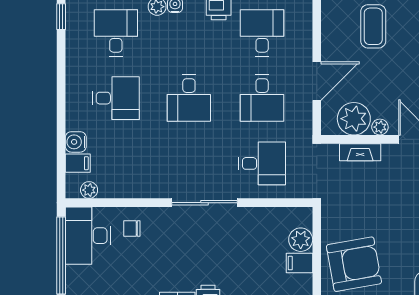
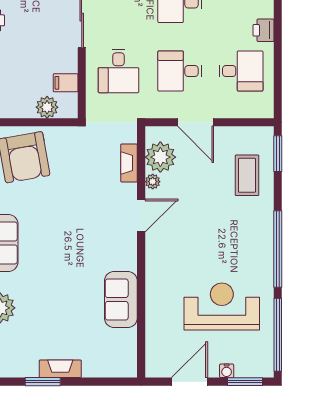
coffee table: (373, 26) -> (247, 175), turned 90
filing cabinet: (299, 263) -> (66, 83), moved, turned -90

